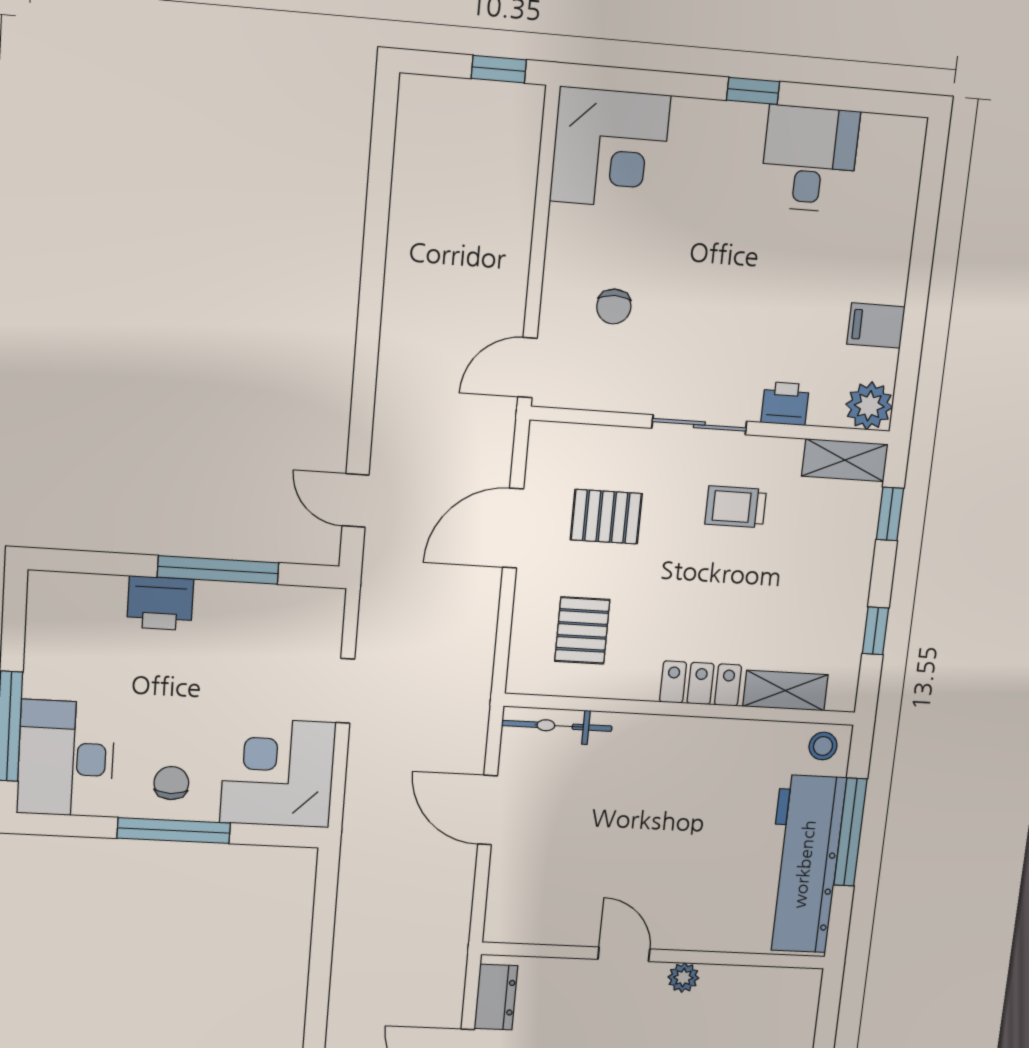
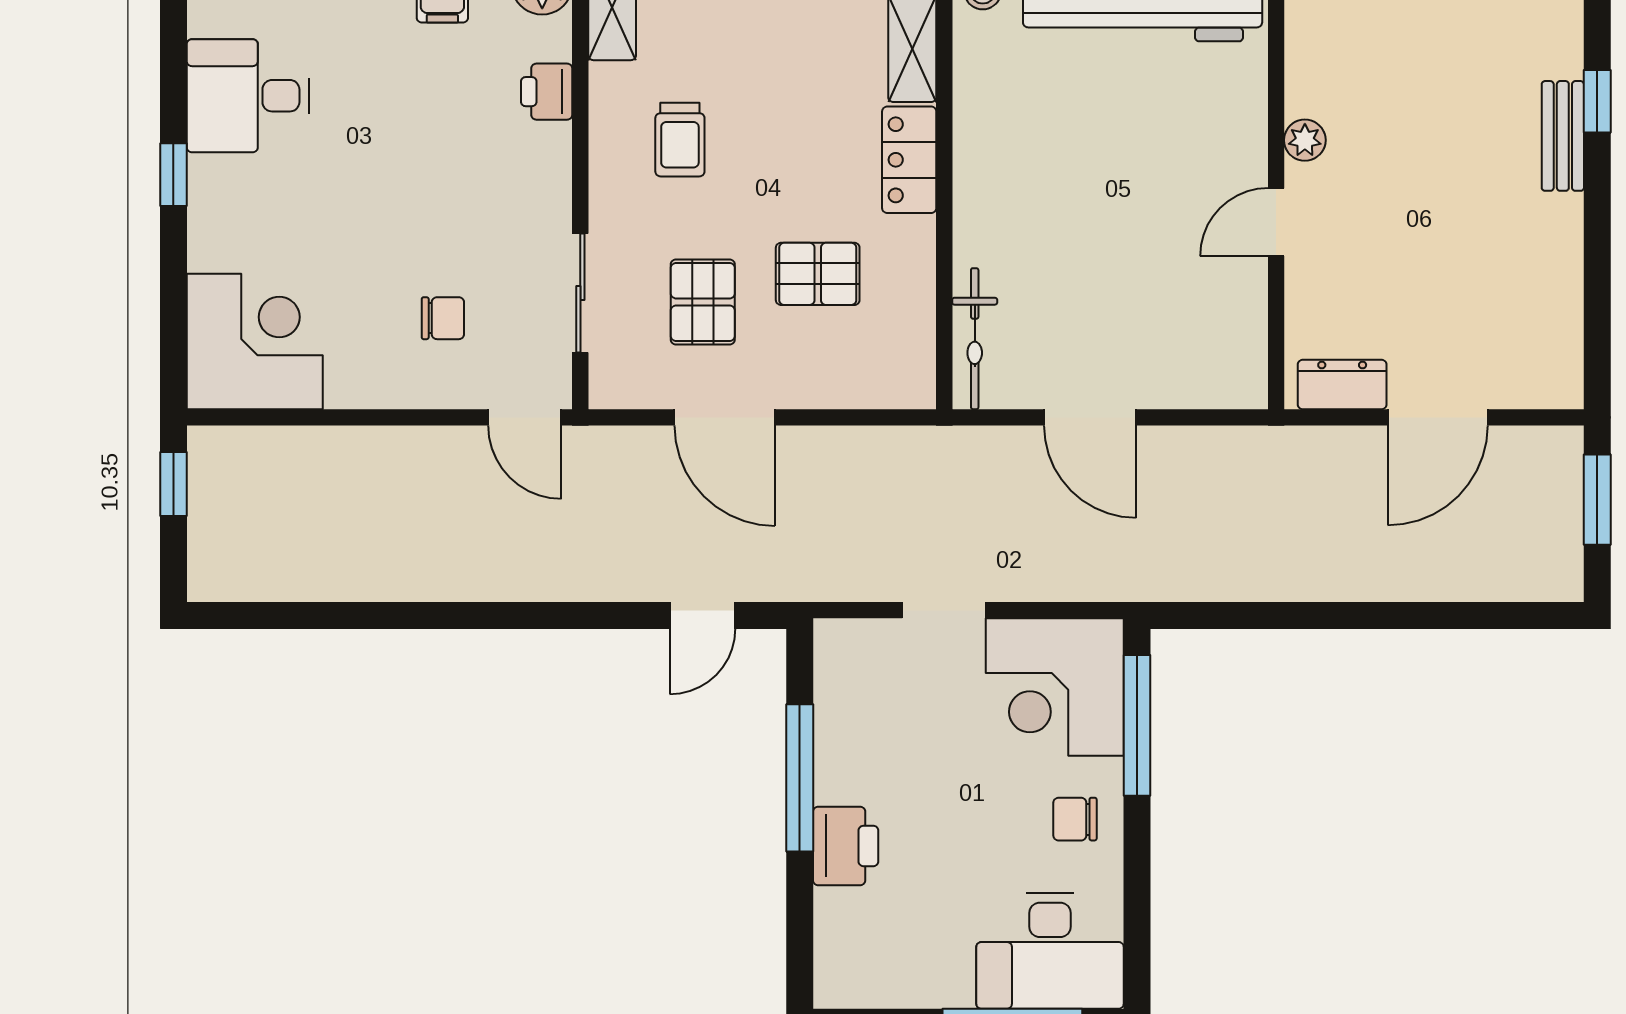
sliding door: (699, 425) -> (580, 293), moved
pallet: (582, 630) -> (818, 274), moved
door: (488, 810) -> (1090, 417), hinge flipped
window: (174, 831) -> (1137, 725), moved

